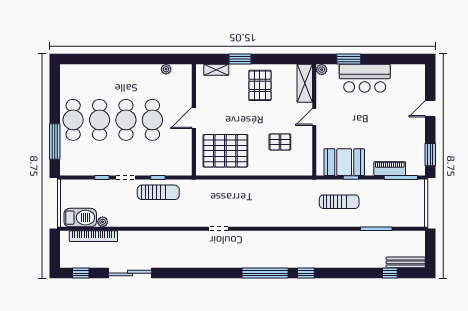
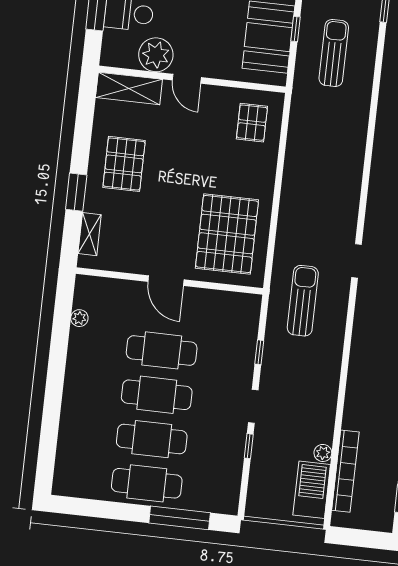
plant: (322, 70) -> (156, 55), moved, width x1.88, depth x1.88
pallet: (260, 85) -> (124, 164), turned 90
pallet: (280, 142) -> (252, 123), moved
sun lounger: (158, 192) -> (303, 301), moved

